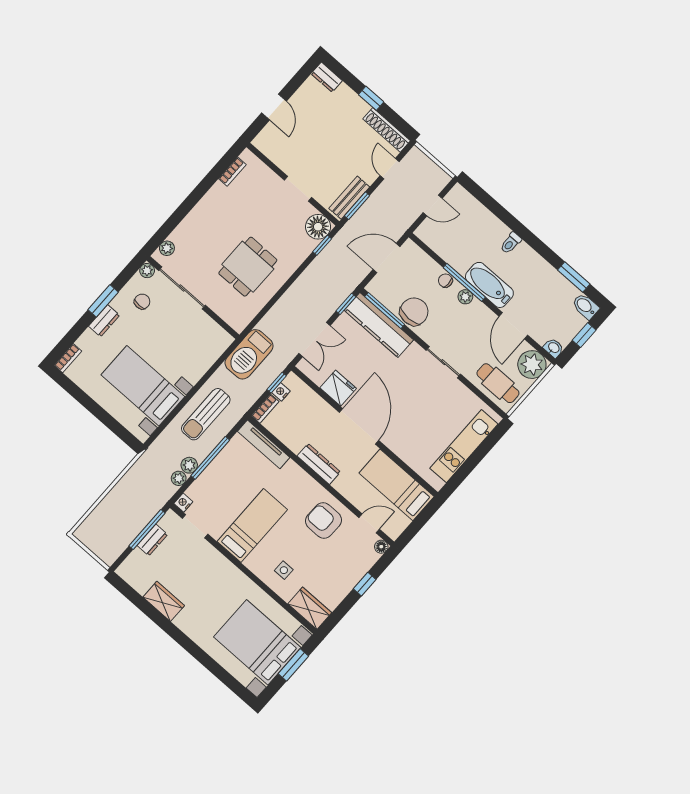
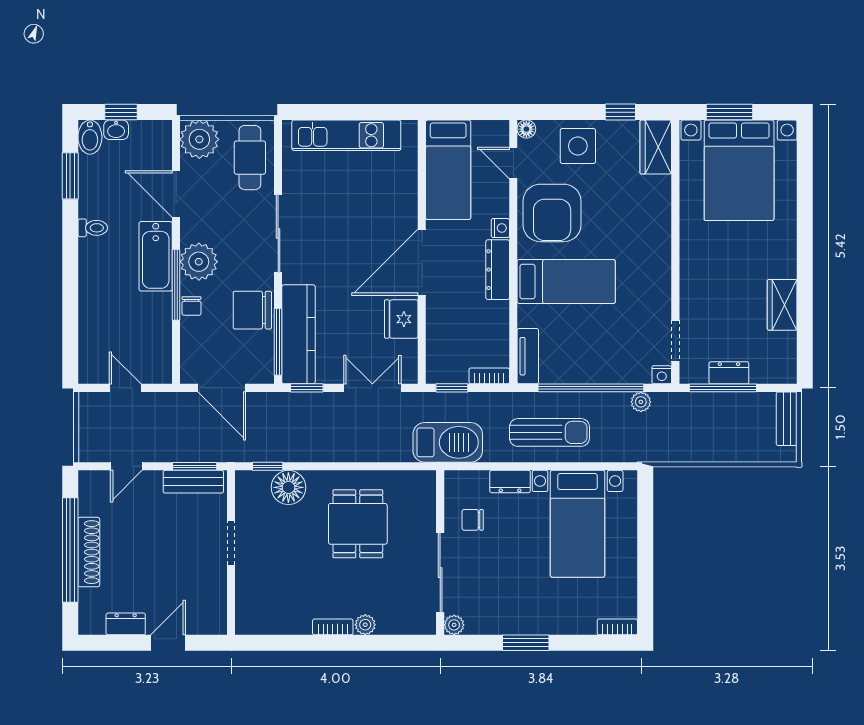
dresser: (327, 77) -> (126, 624), moved, turned -90
window: (371, 98) -> (70, 550), width x3.17
shoe rack: (387, 130) -> (89, 552), moved
bookcase: (232, 172) -> (333, 627), moved
floor lamp: (318, 227) -> (288, 487), moved
toilet: (511, 243) -> (93, 228), moved
plant: (167, 248) -> (365, 625), moved
dining table: (248, 267) -> (358, 524), turned 90
plant: (465, 297) -> (199, 262), width x1.87, depth x1.87
chair: (142, 302) -> (473, 520), moved
dresser: (104, 321) -> (510, 482), moved, turned 180
door: (513, 326) -> (176, 194), swing flipped
washbasin: (554, 348) -> (116, 130), moved, turned -90
sliding door: (443, 362) -> (278, 233), width x1.37
nightstand: (281, 392) -> (500, 228), moved, turned -90
tv unit: (264, 444) -> (528, 356), width x0.71
window: (210, 458) -> (591, 388), width x1.46
plant: (189, 465) -> (618, 403), removed
armchair: (324, 521) -> (552, 213), width x1.36, depth x1.36
bed: (252, 526) -> (566, 281), moved, turned 180
bench: (100, 549) -> (787, 419), added
side table: (284, 570) -> (578, 146), moved, width x1.87, depth x1.87
window: (365, 584) -> (620, 112), moved

